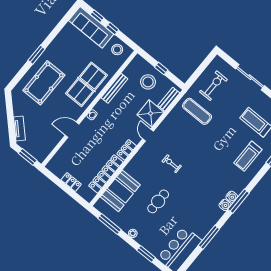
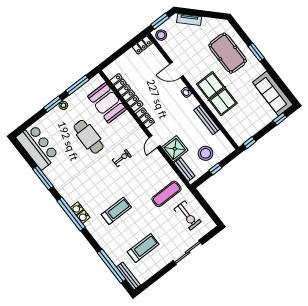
sofa: (91, 27) -> (273, 93), moved, turned -90
window: (112, 29) -> (249, 143), moved
stool: (117, 50) -> (161, 35), moved
door: (72, 130) -> (176, 70), swing flipped
door: (148, 135) -> (154, 142), swing flipped
treadmill: (248, 156) -> (116, 211), moved, turned 90
locker: (71, 182) -> (142, 45), moved
cafe table: (158, 201) -> (89, 137), width x1.37, depth x1.35
window: (239, 201) -> (71, 214), width x1.46
water cooler: (225, 205) -> (83, 217), moved
window: (146, 254) -> (53, 104), moved

